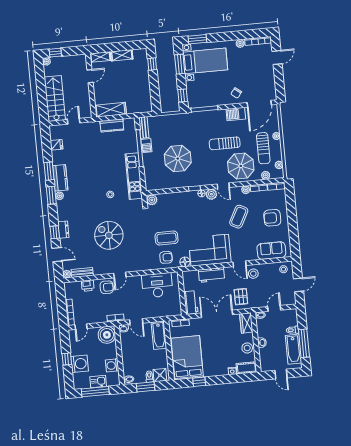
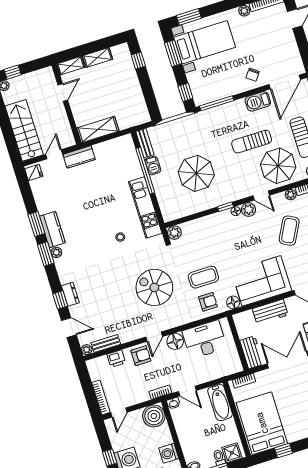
kitchen counter: (112, 125) -> (79, 157), moved
fridge: (56, 145) -> (34, 173), moved
spiral stairs: (109, 235) -> (154, 287), moved
floor lamp: (135, 282) -> (175, 341), added

